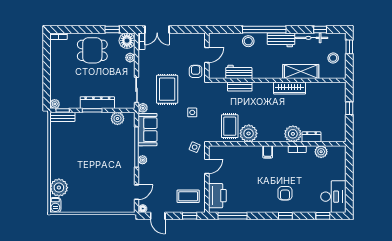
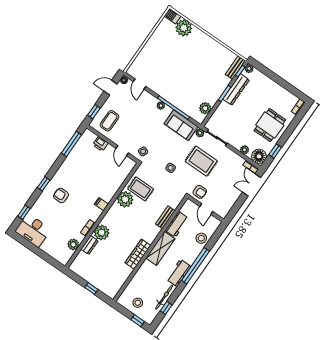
stool: (248, 41) -> (201, 238), moved
shelving: (301, 71) -> (160, 248), moved
dresser: (97, 103) -> (236, 89), moved
printer: (217, 196) -> (100, 144), width x0.53, depth x0.68

